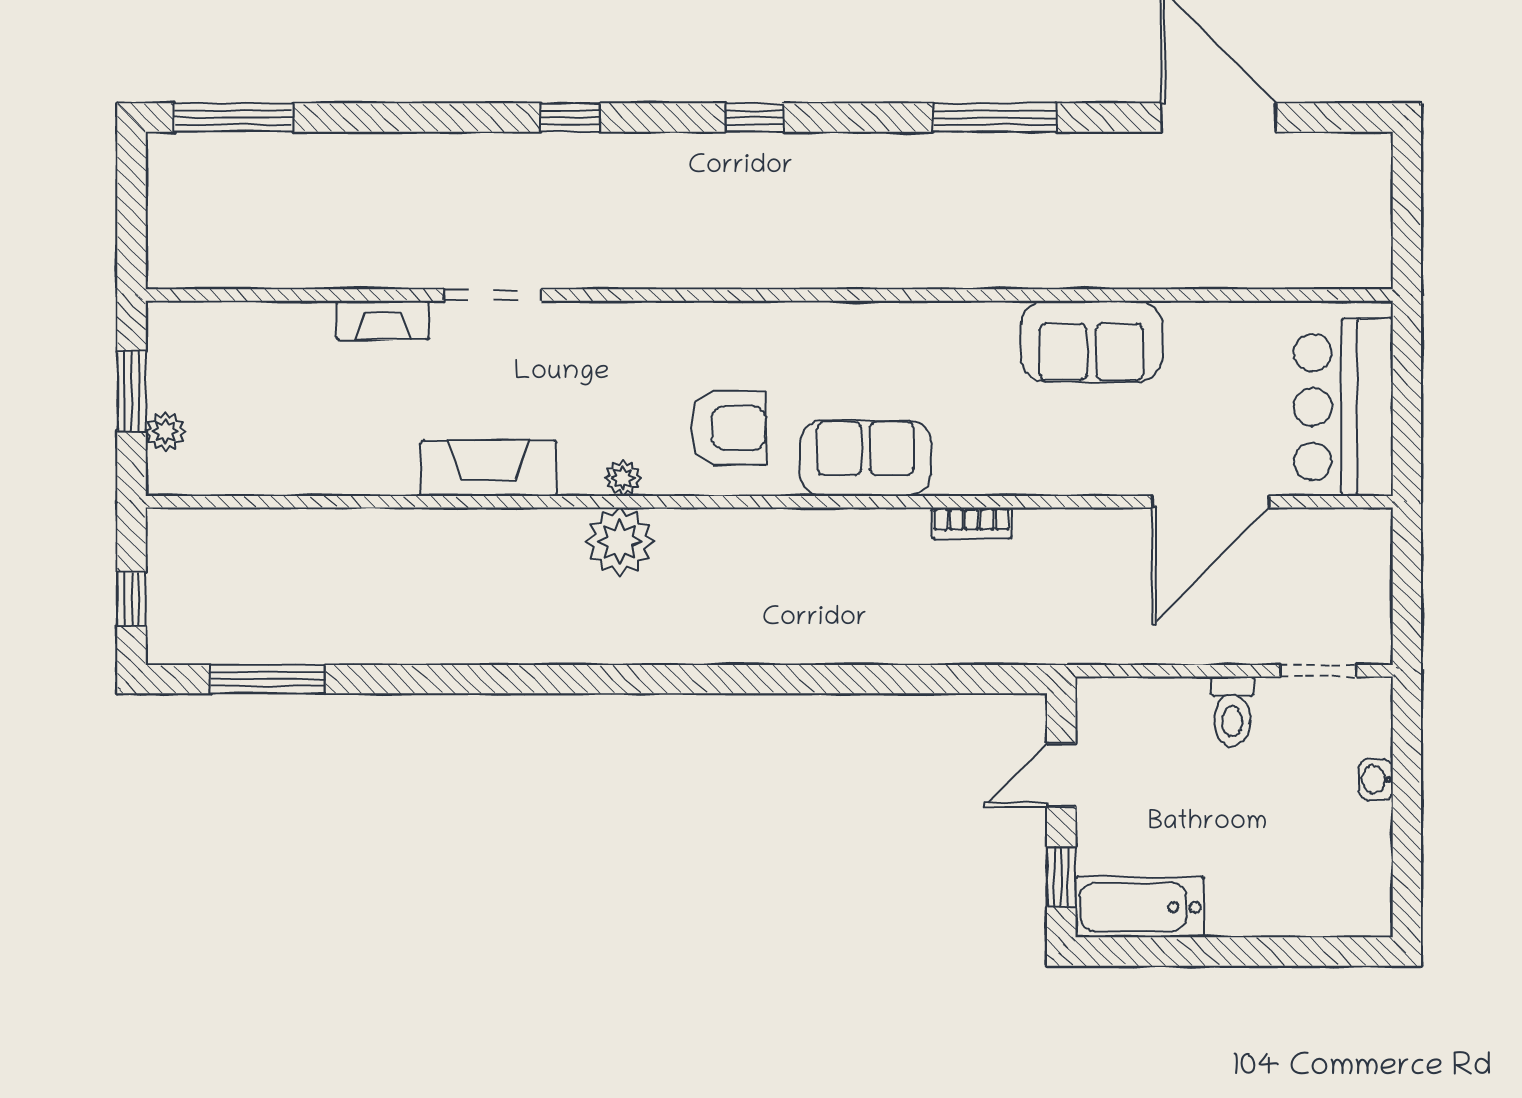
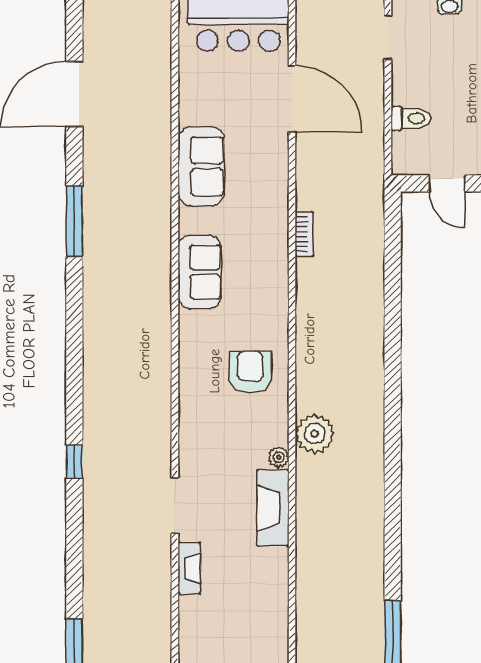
window: (755, 118) -> (74, 357), removed
sofa: (866, 458) -> (200, 272), moved, turned 180
plant: (623, 478) -> (279, 457), moved
toilet: (1232, 711) -> (411, 118), moved

